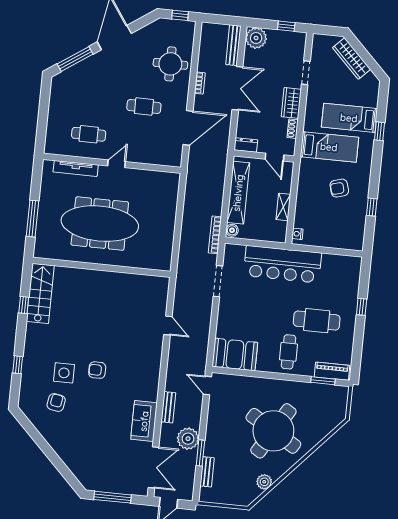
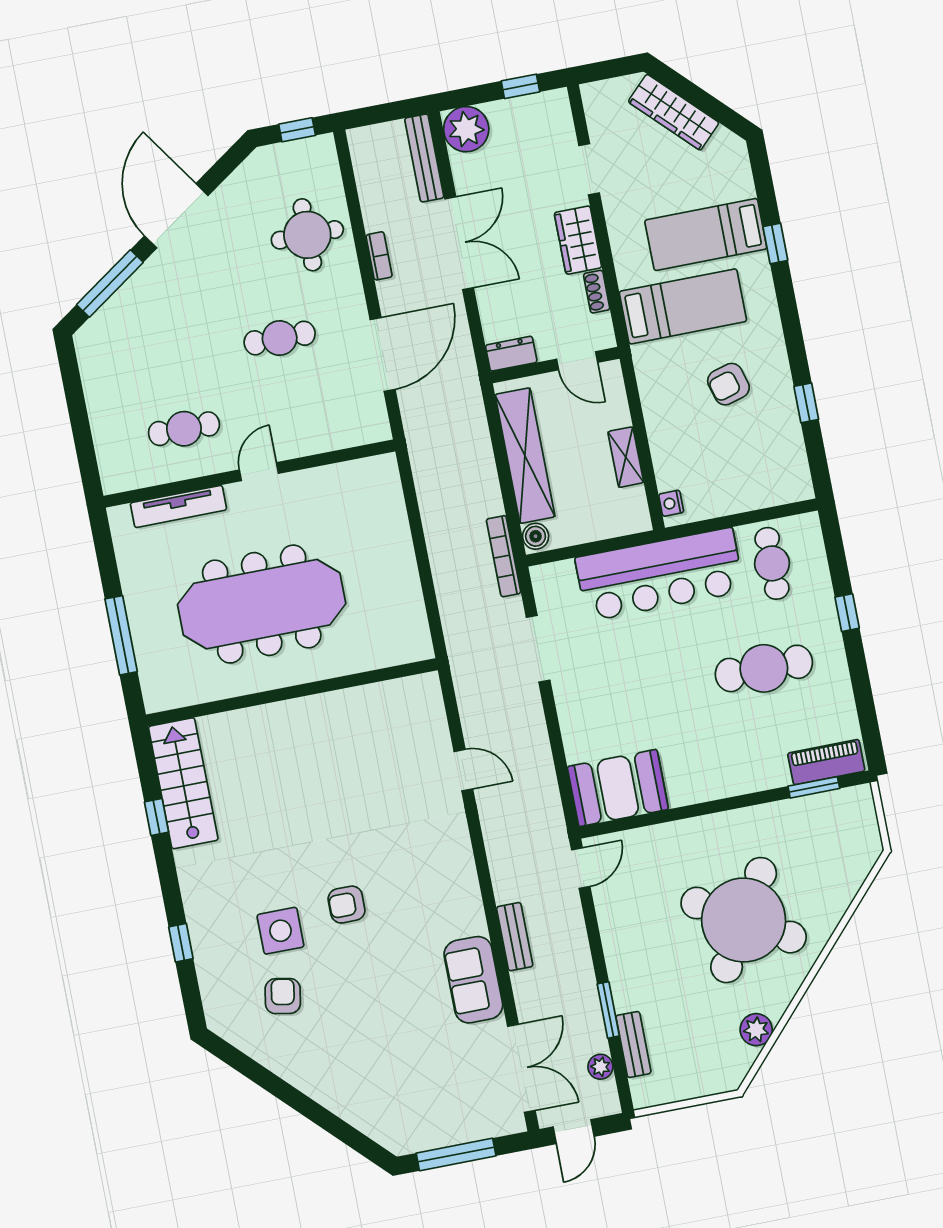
cafe table: (288, 352) -> (772, 563), moved
door: (207, 385) -> (581, 868), swing flipped
plant: (188, 439) -> (600, 1067), moved, width x0.53, depth x0.53

